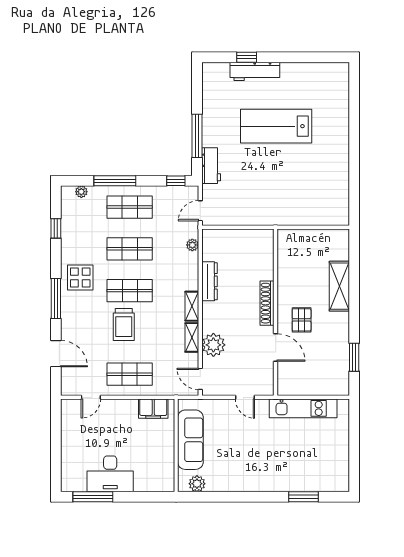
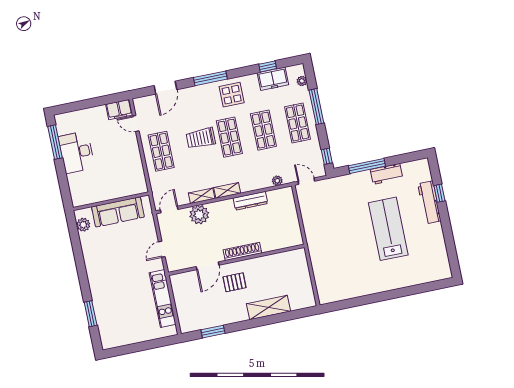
workbench: (211, 166) -> (387, 174), moved
freezer: (72, 225) -> (273, 79), added
filing cabinet: (153, 409) -> (119, 110), moved, turned -90

